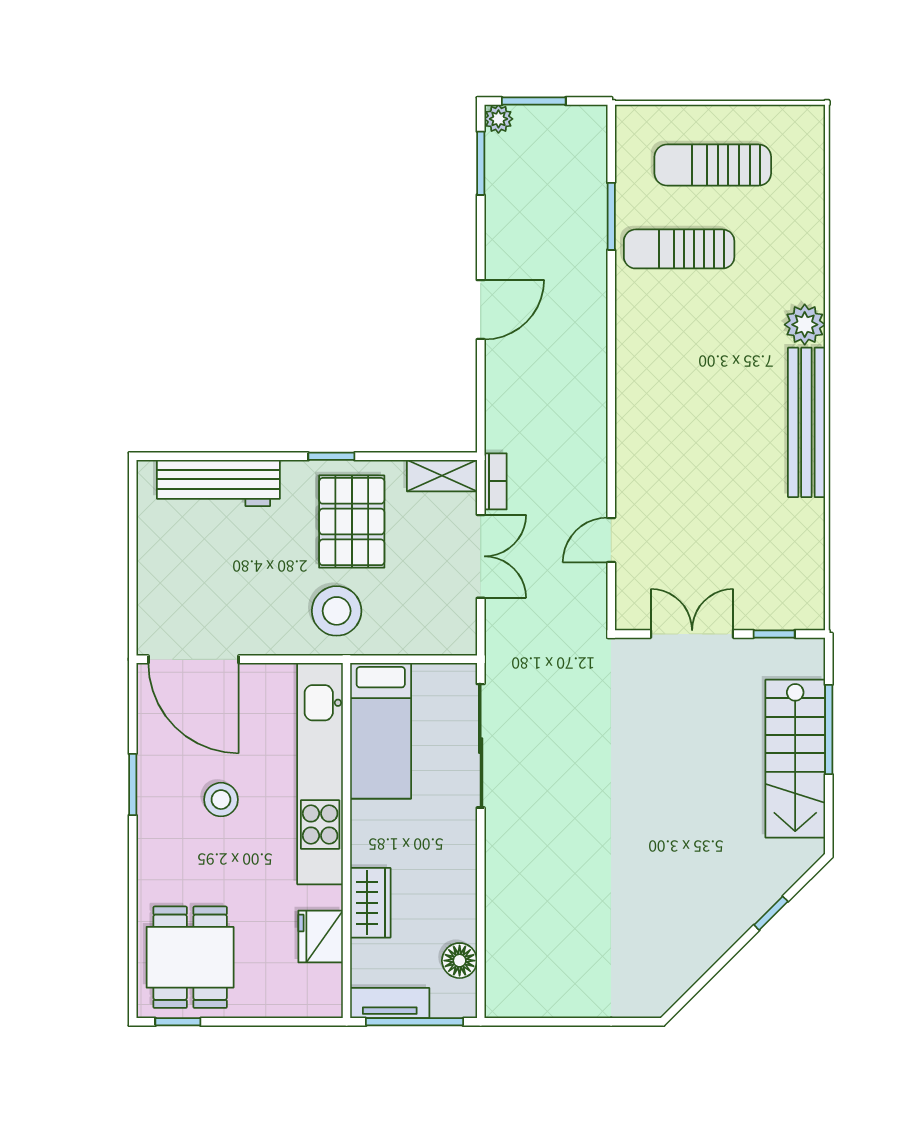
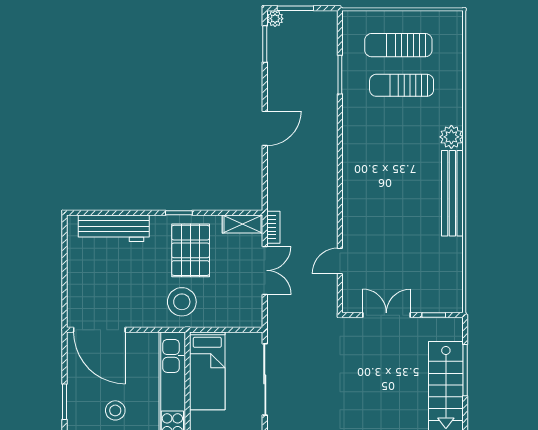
sun lounger: (679, 249) -> (402, 85), moved

